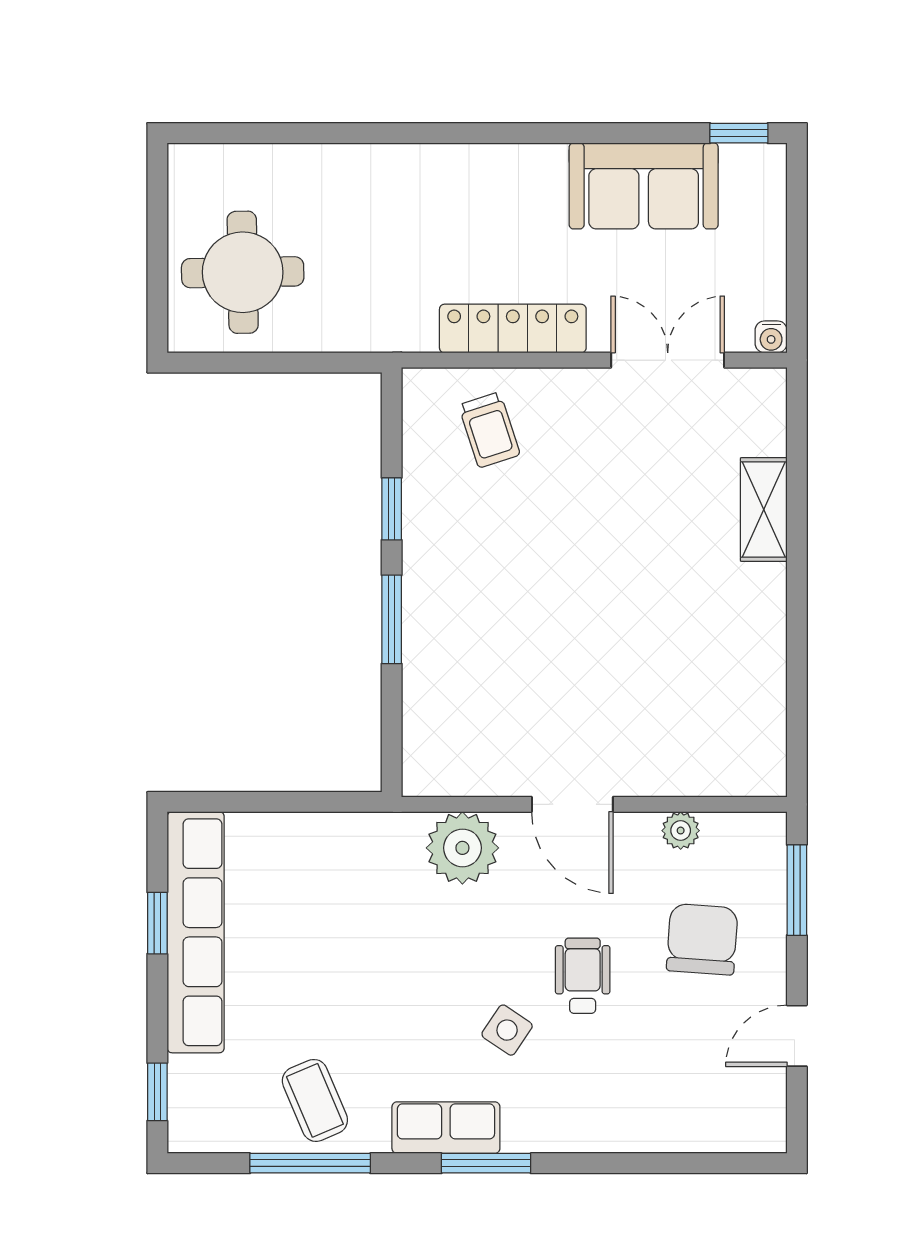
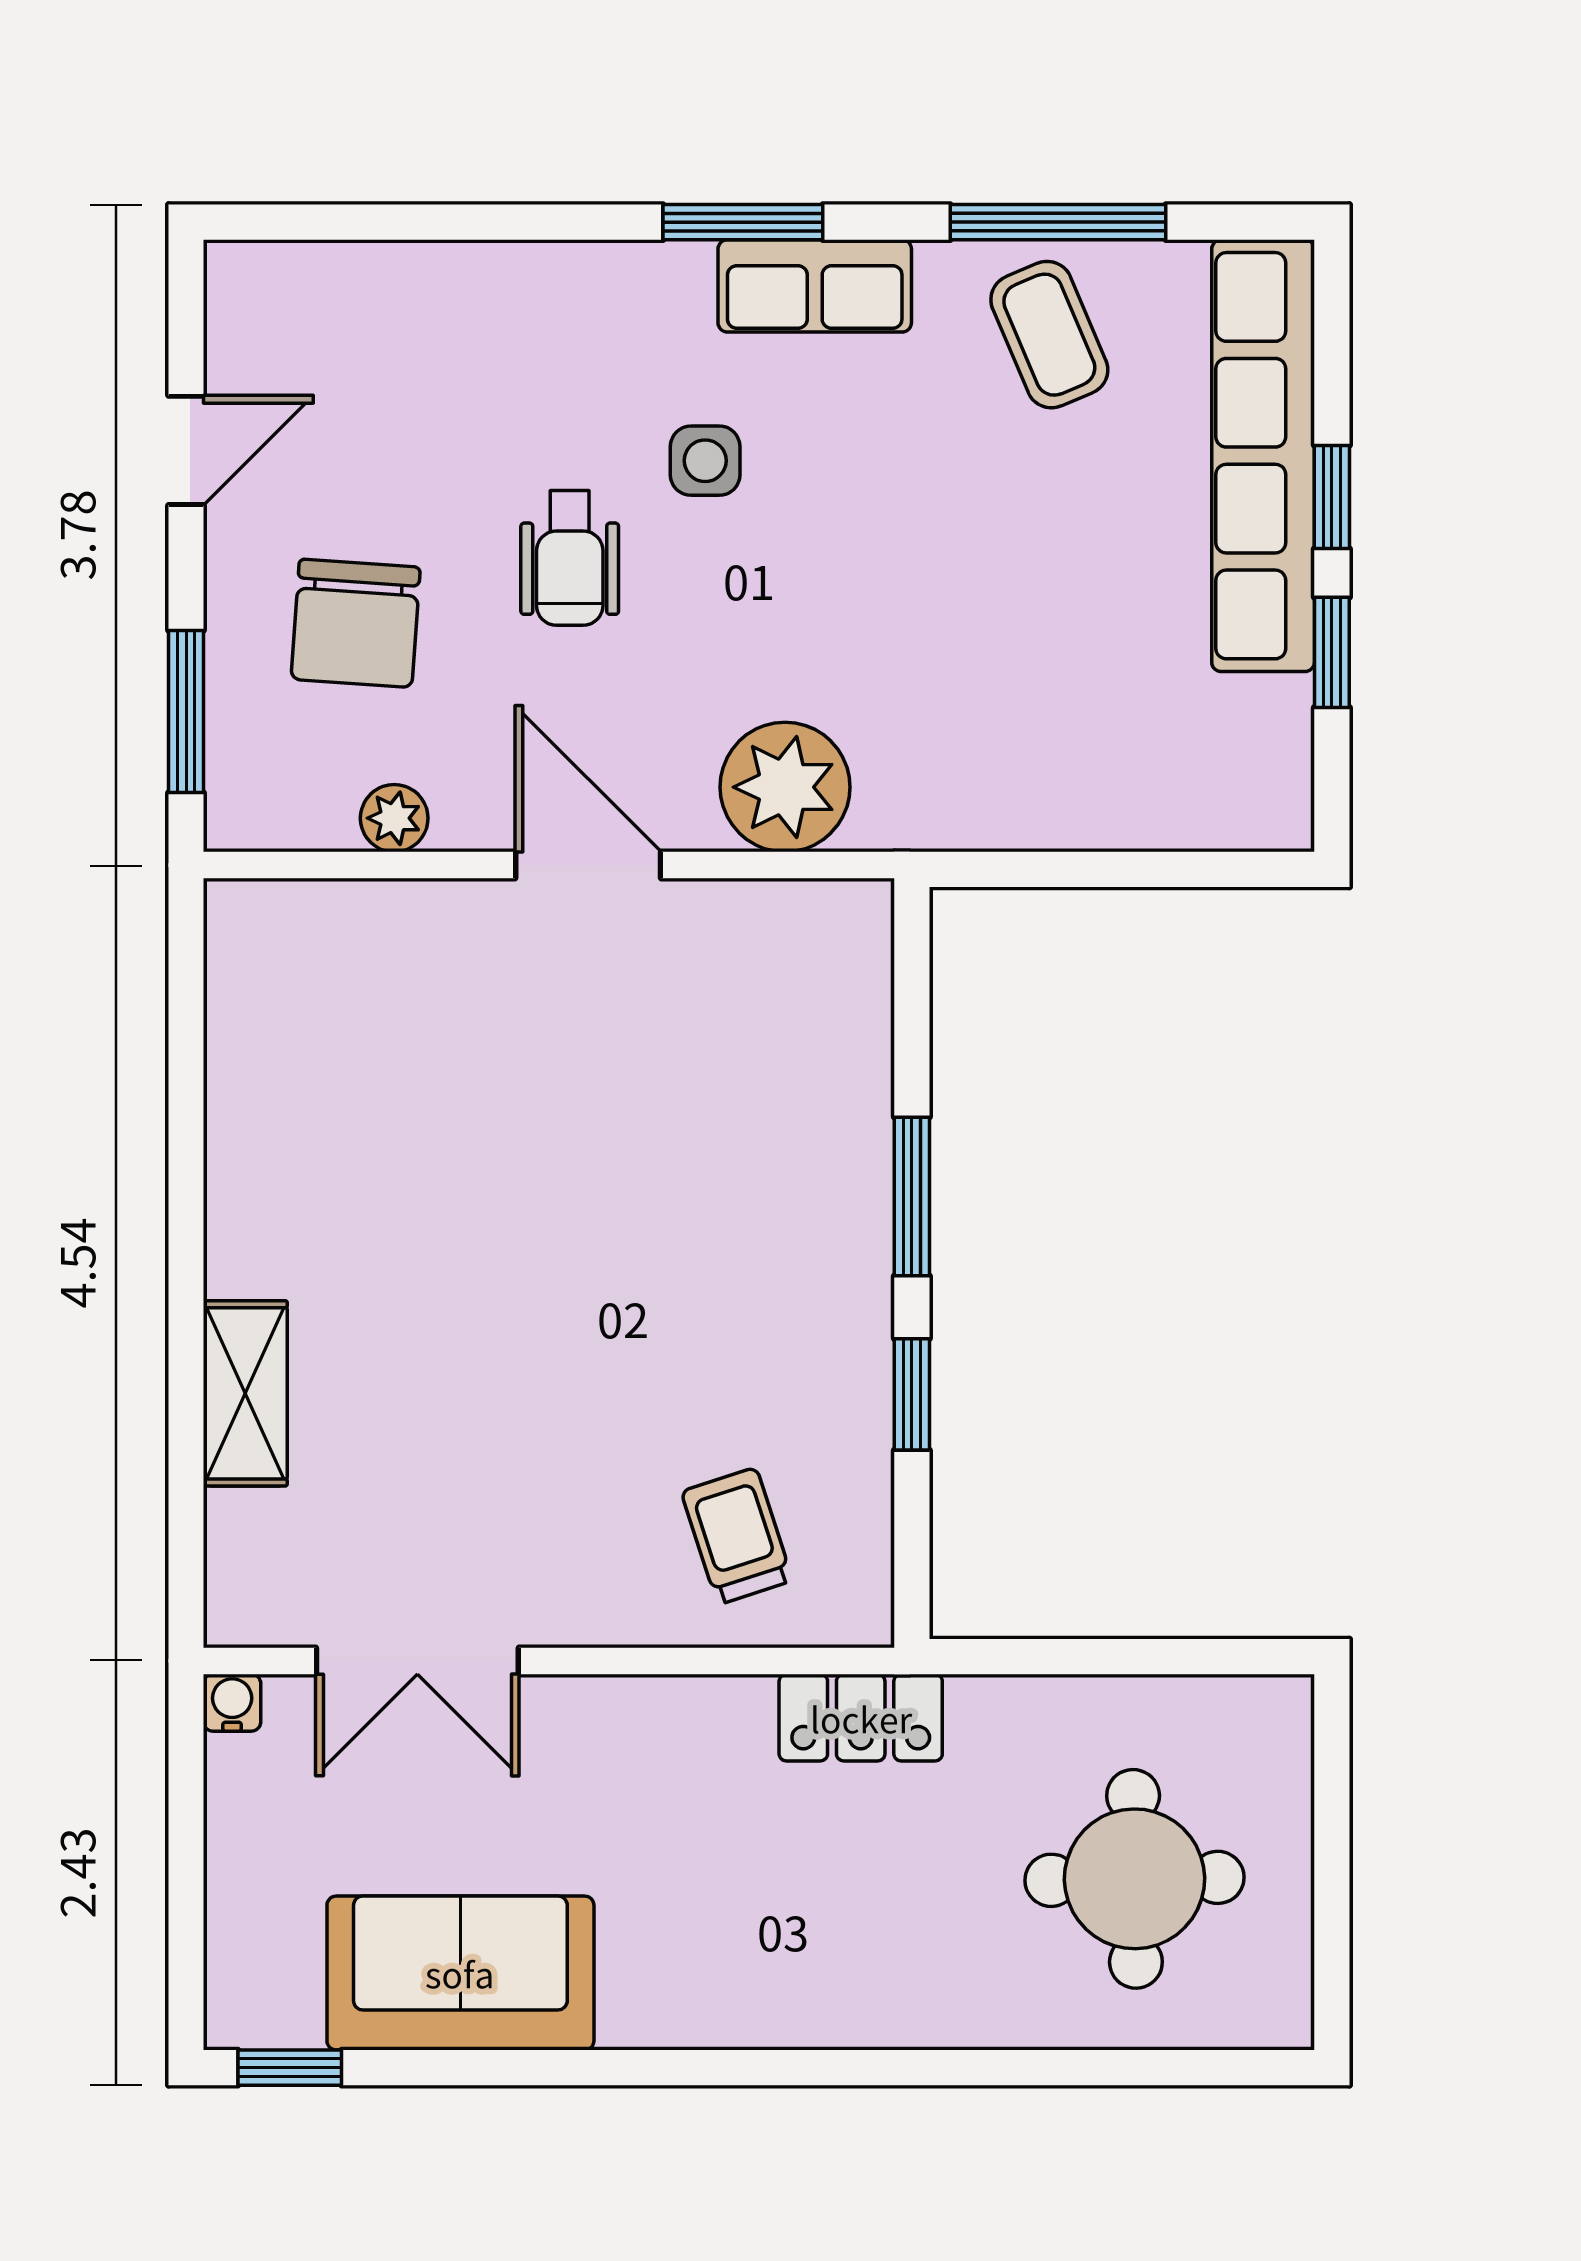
round table: (243, 272) -> (1135, 1879), moved
locker: (513, 329) -> (861, 1718), moved, width x0.66
row of seats: (196, 932) -> (1263, 456), moved
side table: (507, 1030) -> (705, 461), turned -34
window: (157, 1092) -> (1332, 497), moved

